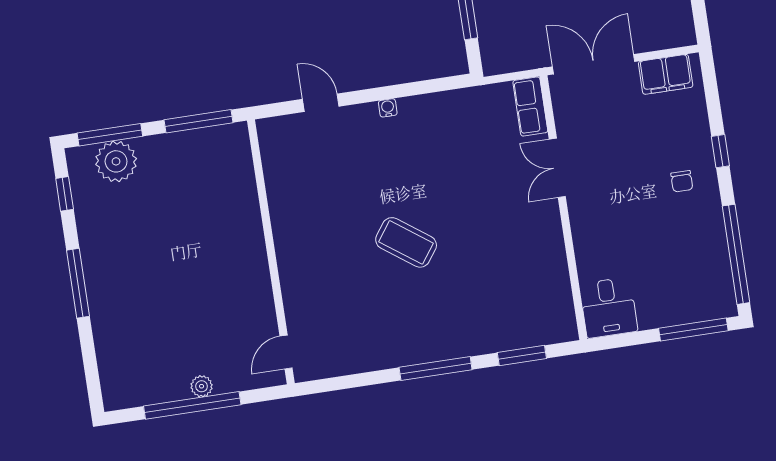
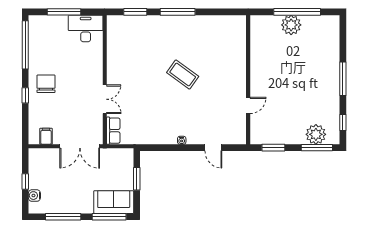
filing cabinet: (666, 74) -> (46, 136), width x0.50
window: (199, 121) -> (273, 148), width x0.69
chair: (682, 181) -> (46, 84), width x1.87, depth x1.87
desk: (609, 308) -> (86, 29), width x1.37
window: (693, 330) -> (64, 12), moved
door: (286, 352) -> (248, 105), moved
plant: (202, 386) -> (291, 25), width x1.87, depth x1.87

